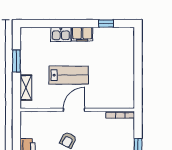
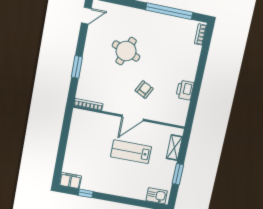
kitchen sink: (61, 34) -> (157, 196), moved
filing cabinet: (82, 34) -> (70, 181), moved

